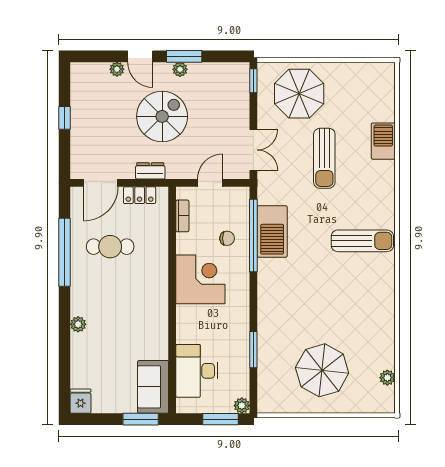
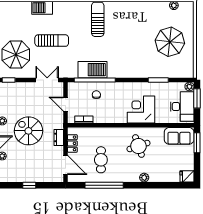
corner desk: (200, 279) -> (141, 109), moved
round table: (135, 314) -> (138, 146), added
desk: (197, 371) -> (182, 107), moved, turned -90

